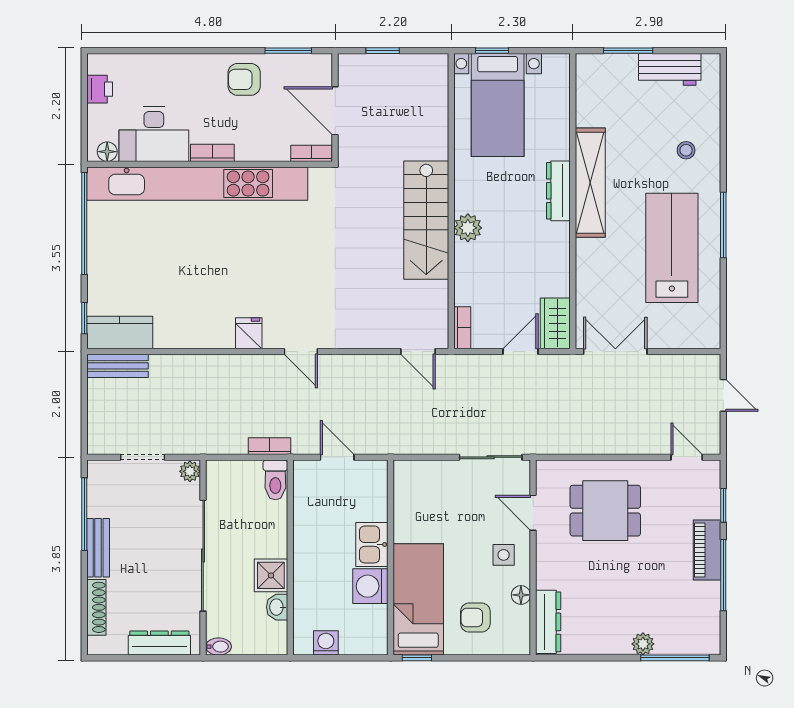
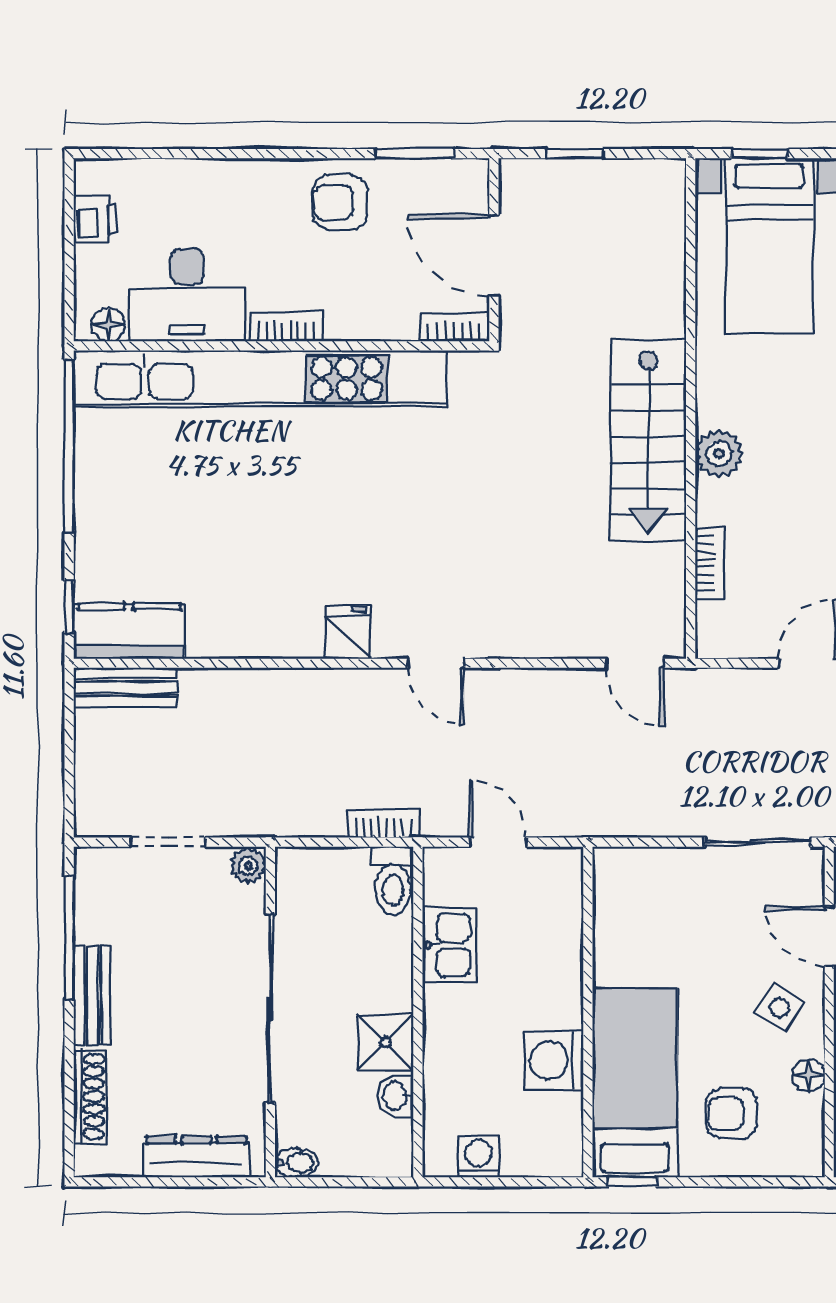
bookcase: (462, 328) -> (709, 563), moved
kitchen sink: (372, 544) -> (450, 945), moved, turned 180
side table: (504, 555) -> (779, 1007), turned 32

